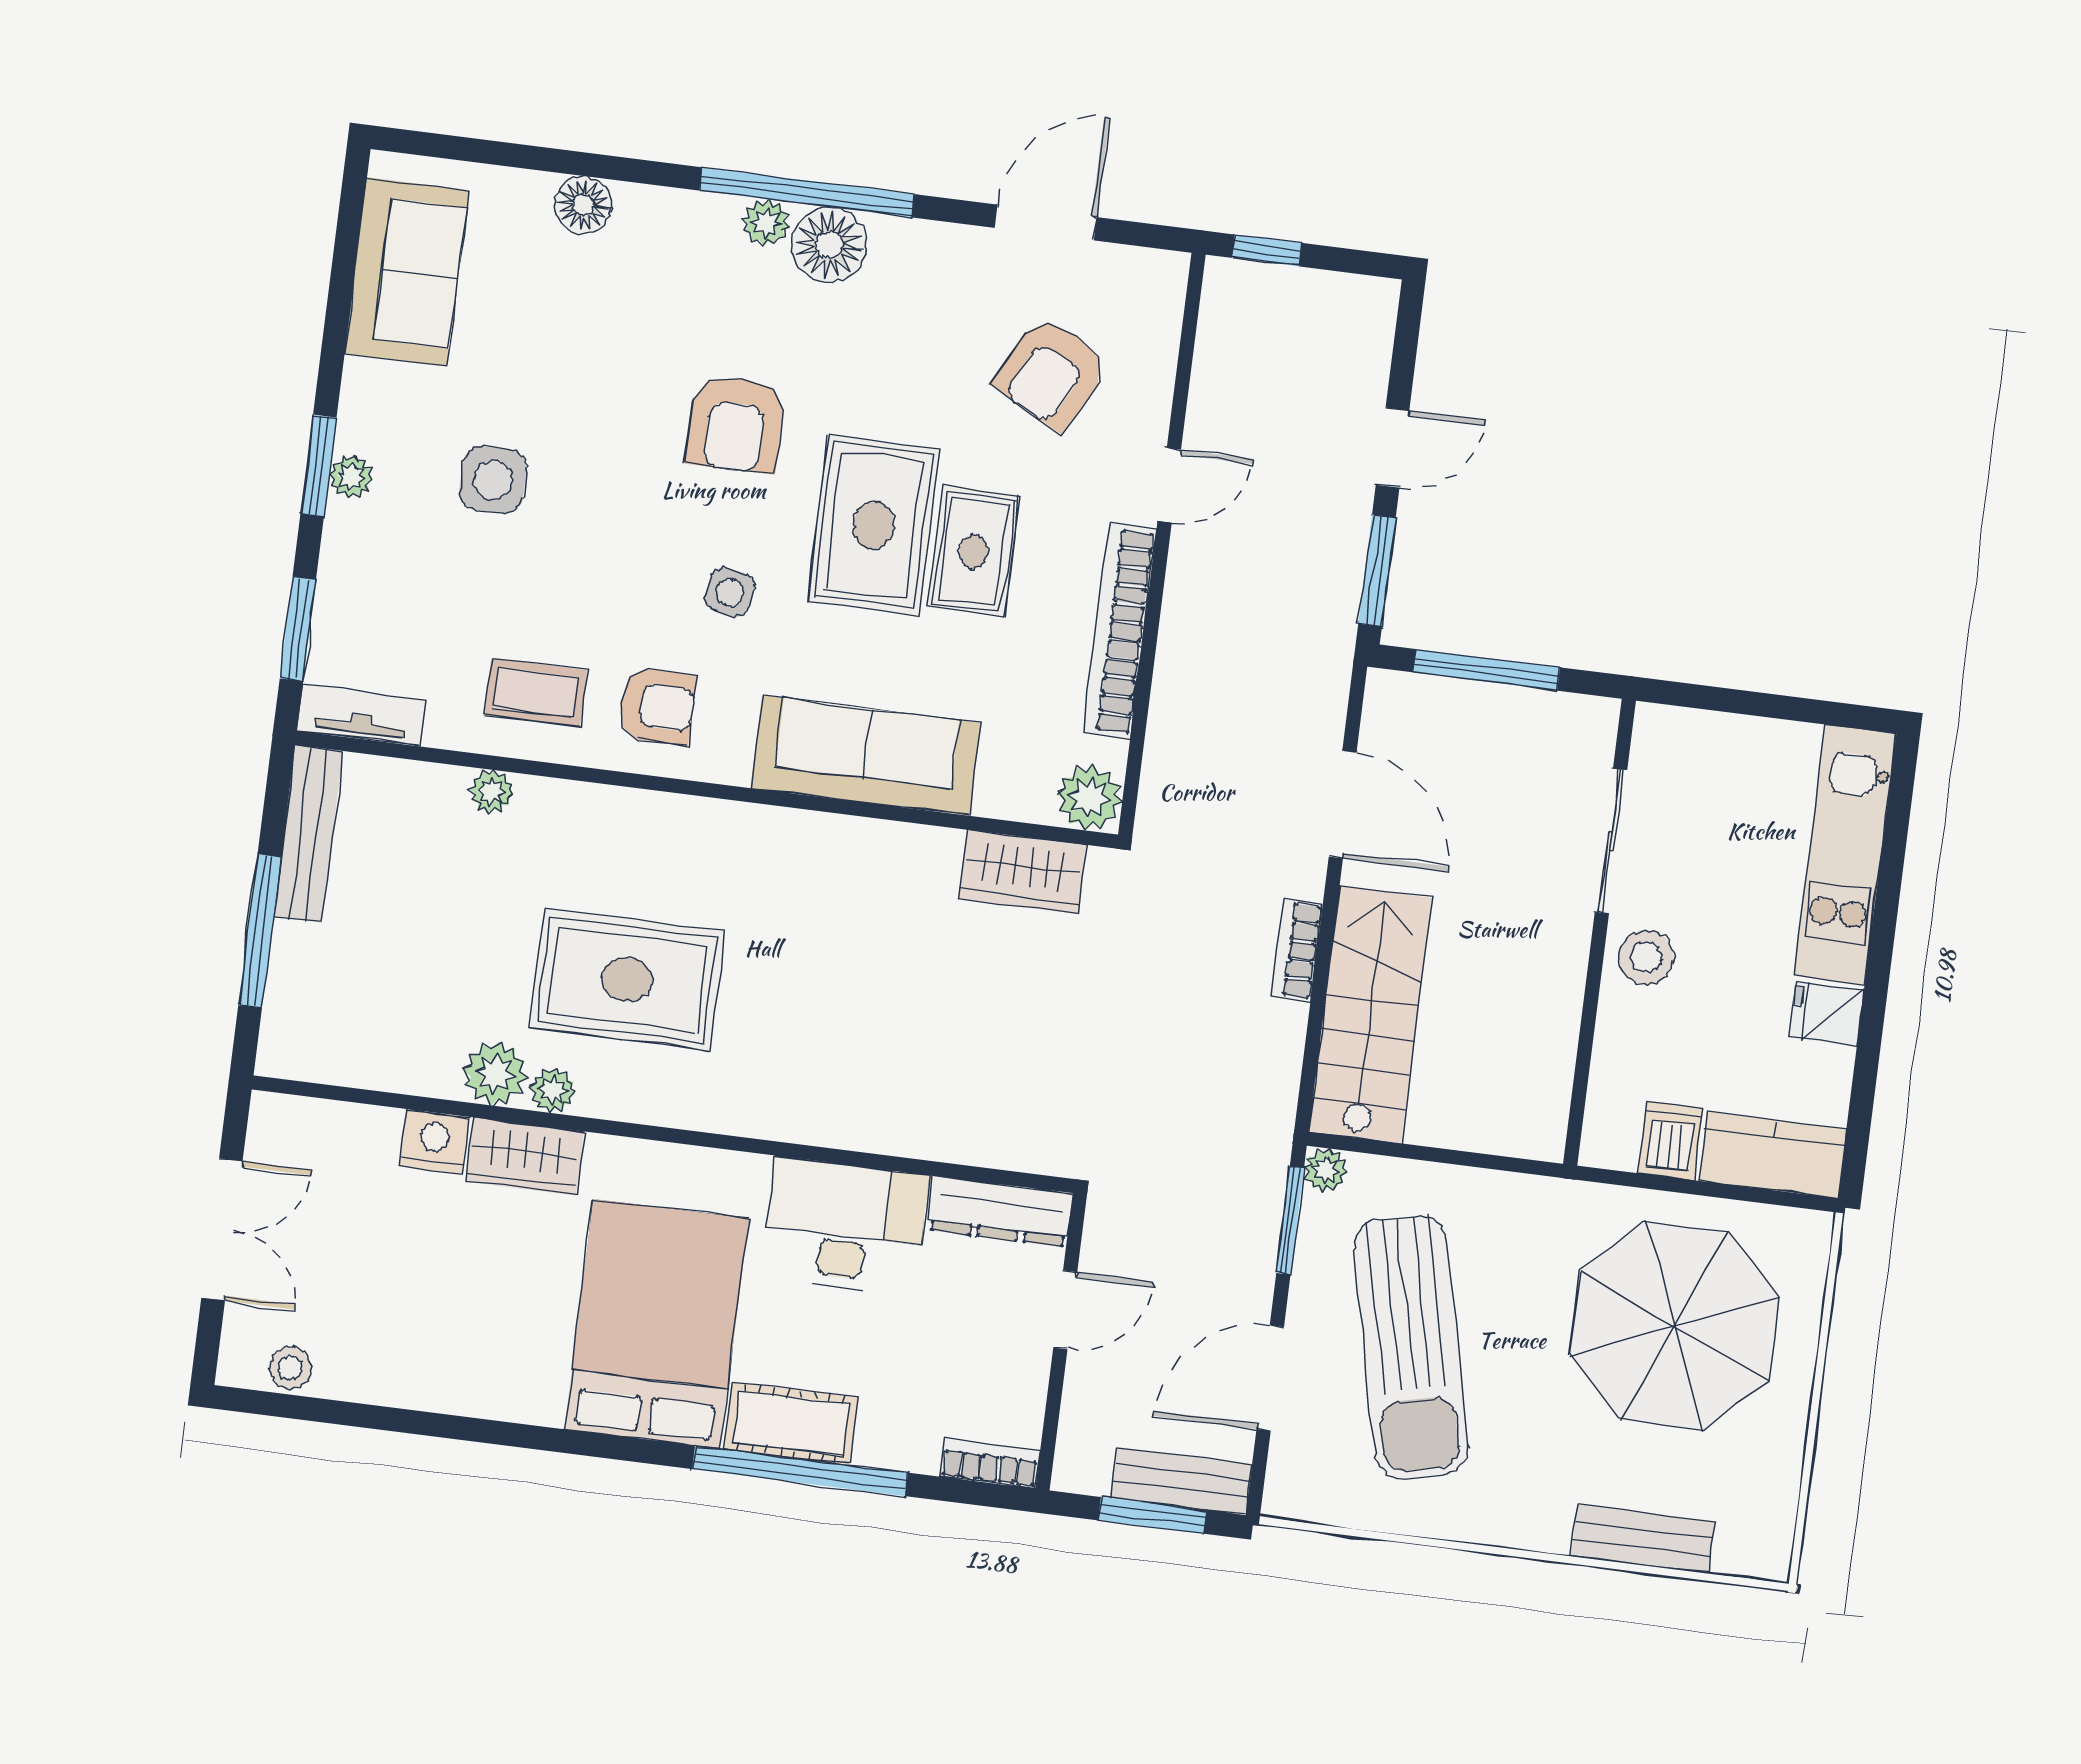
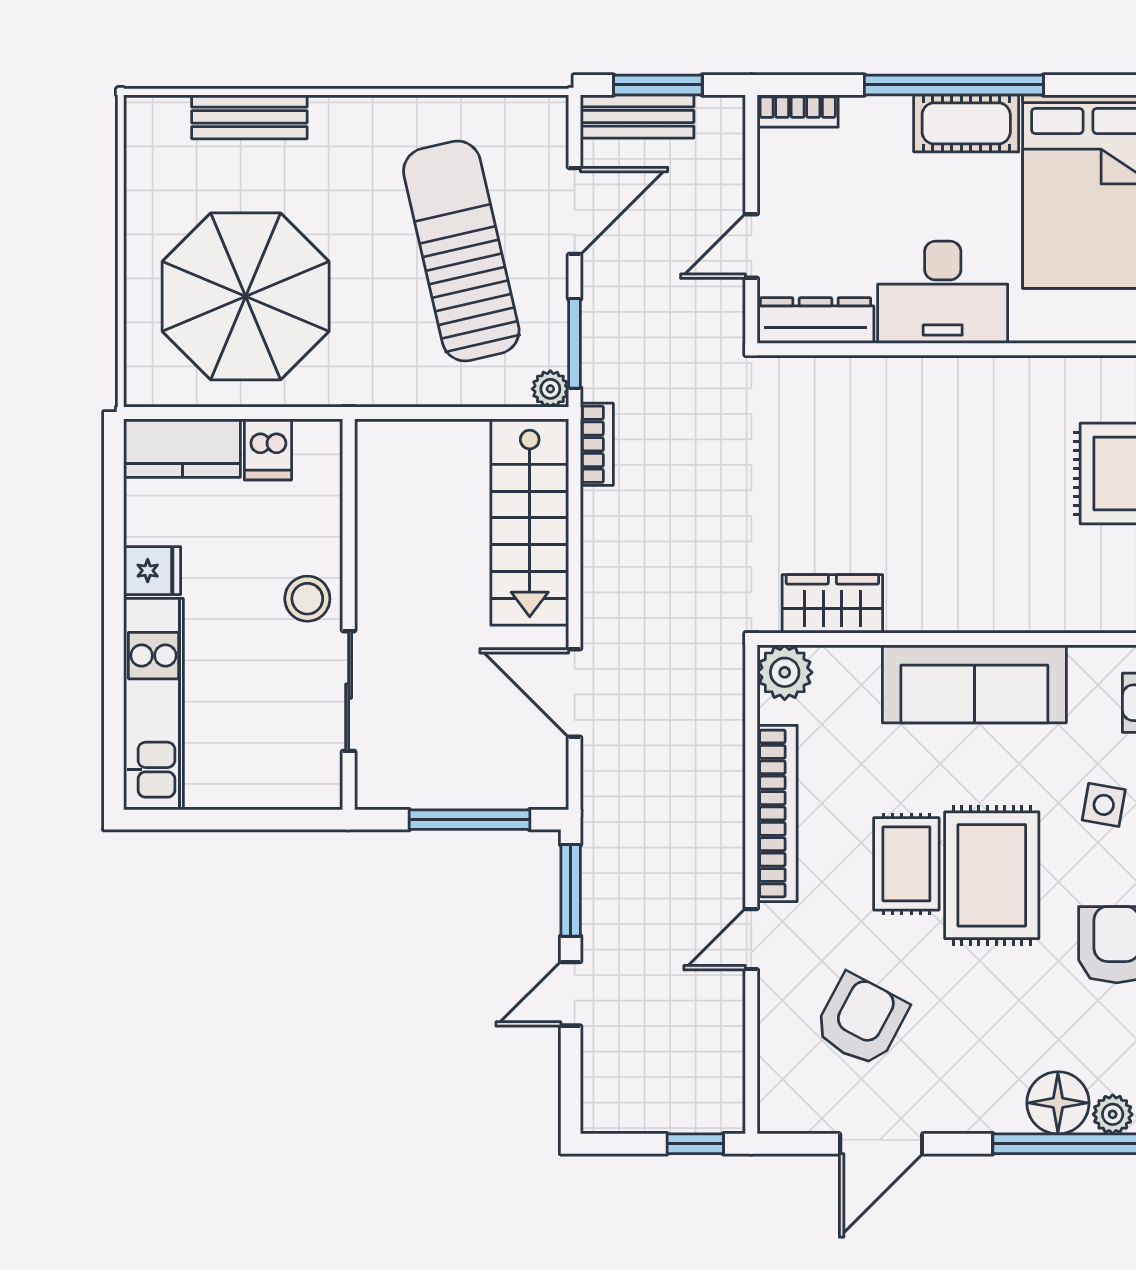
bookcase: (1297, 950) -> (597, 444), moved

